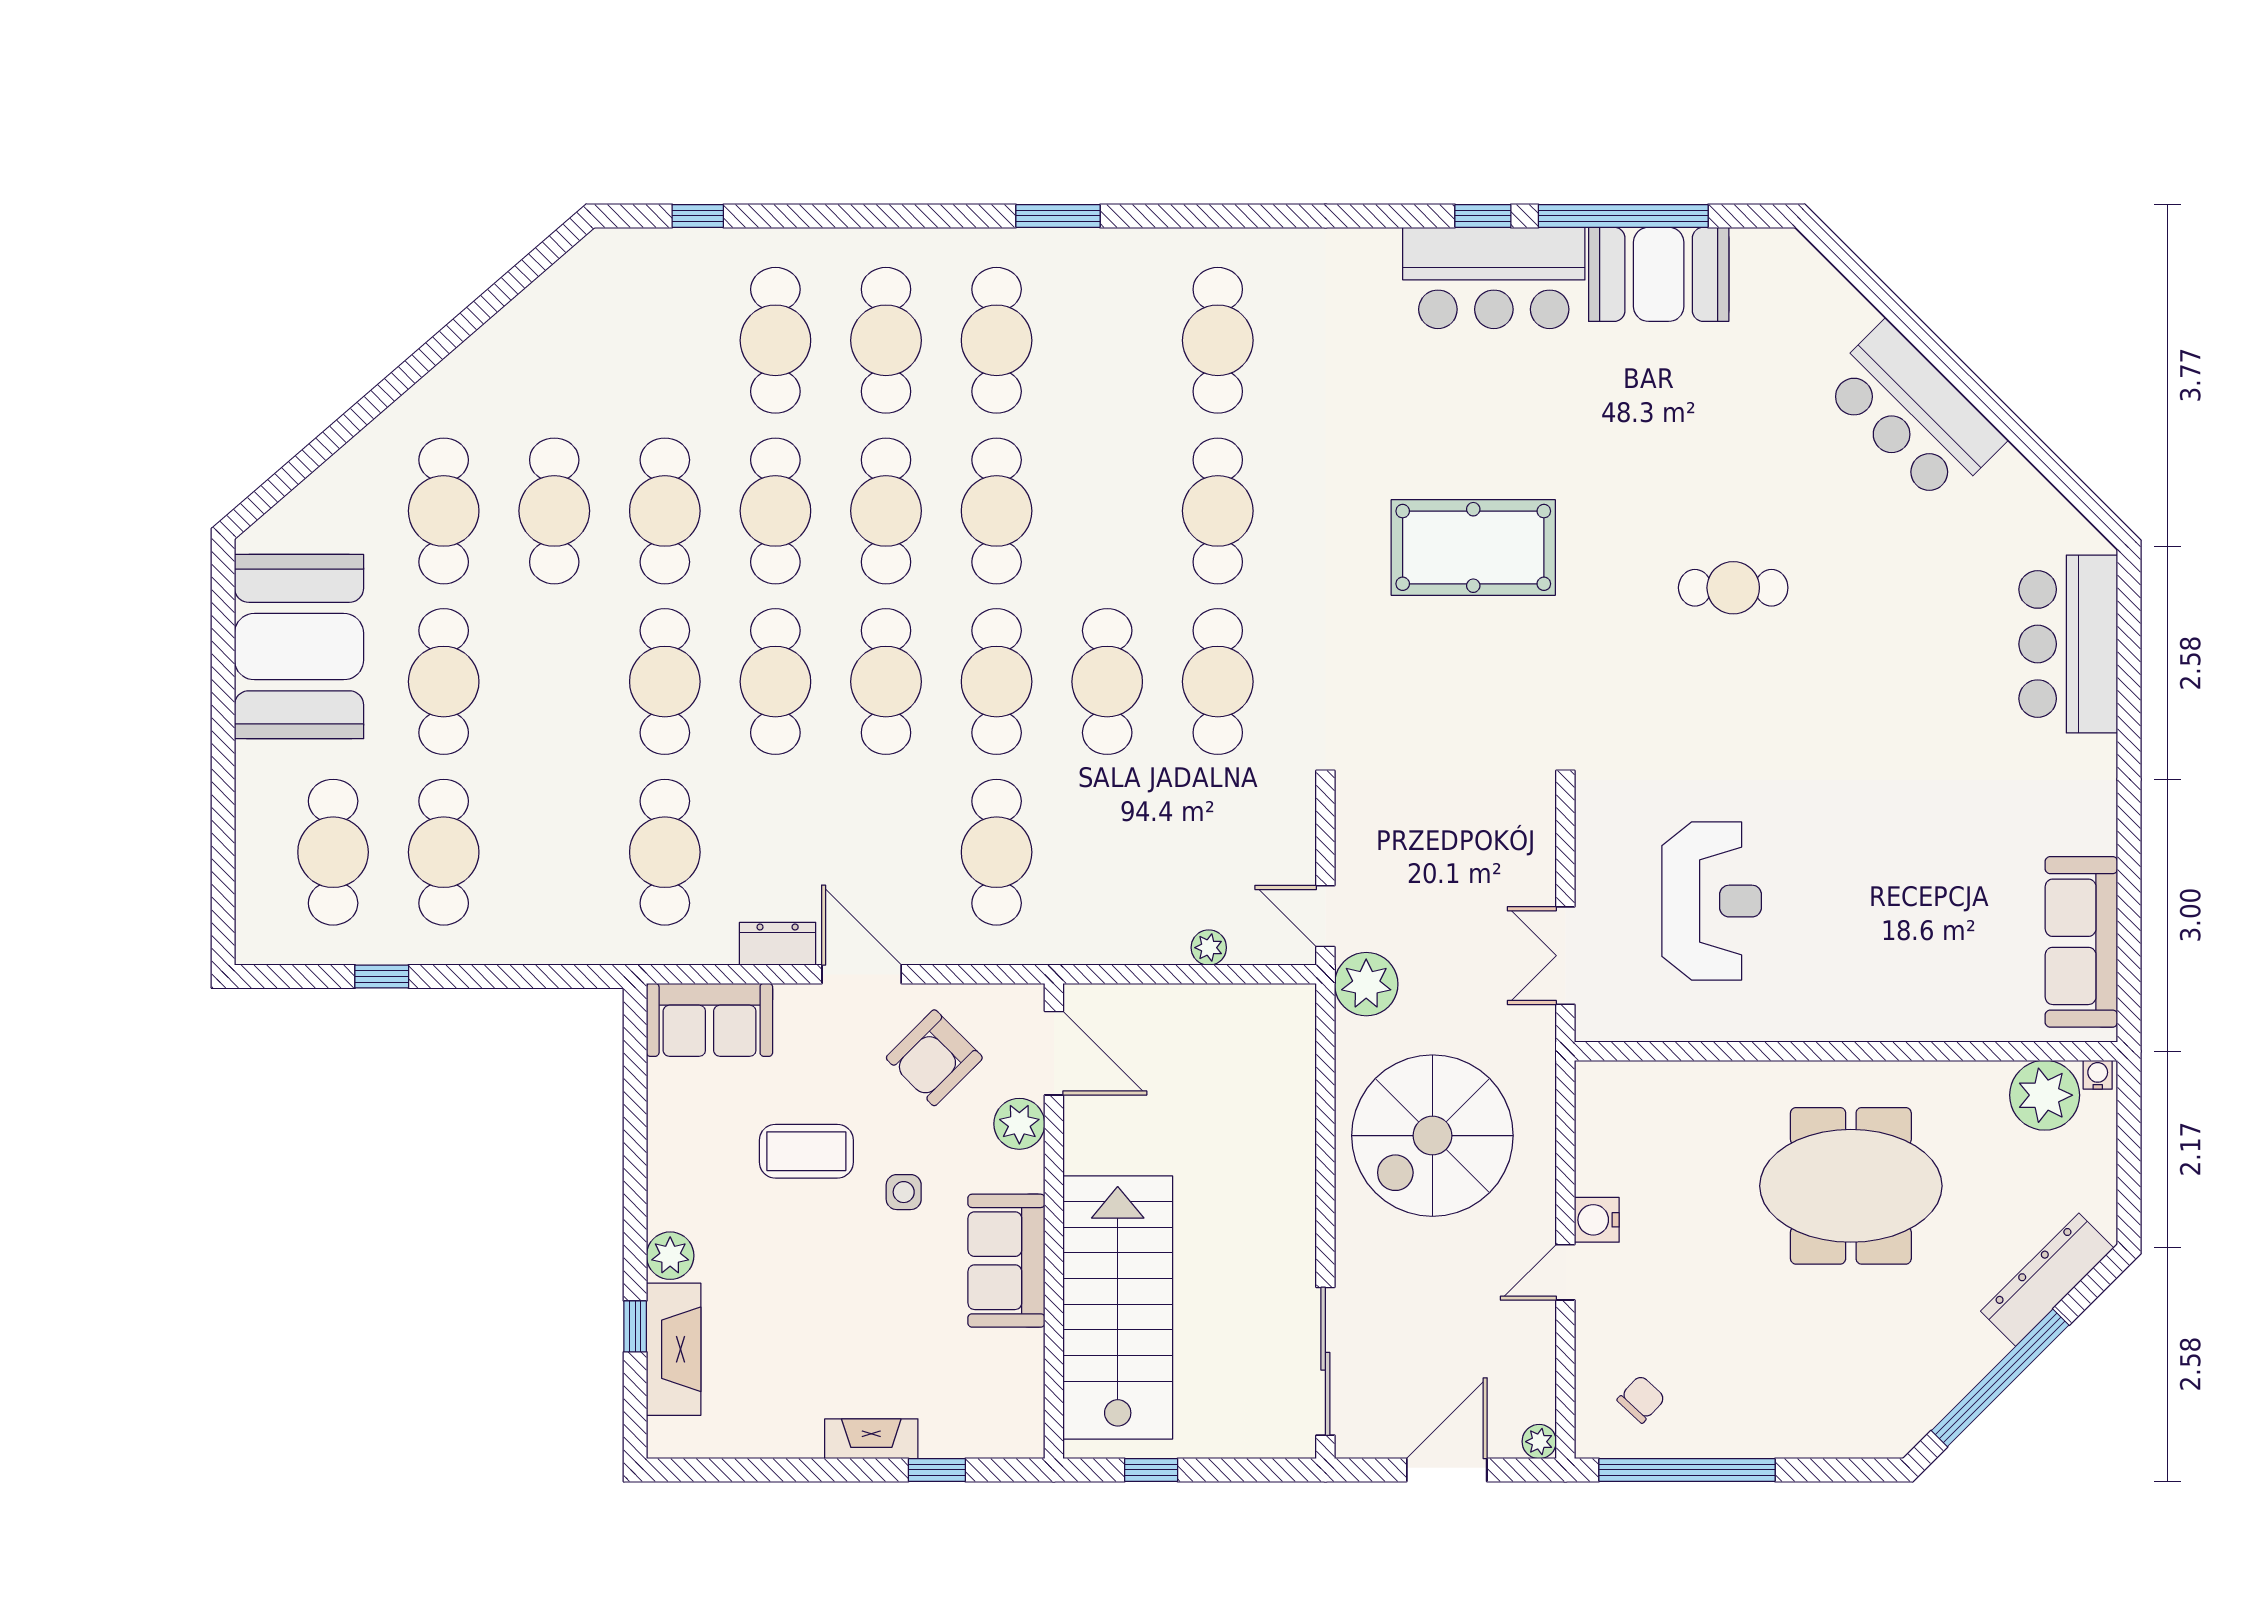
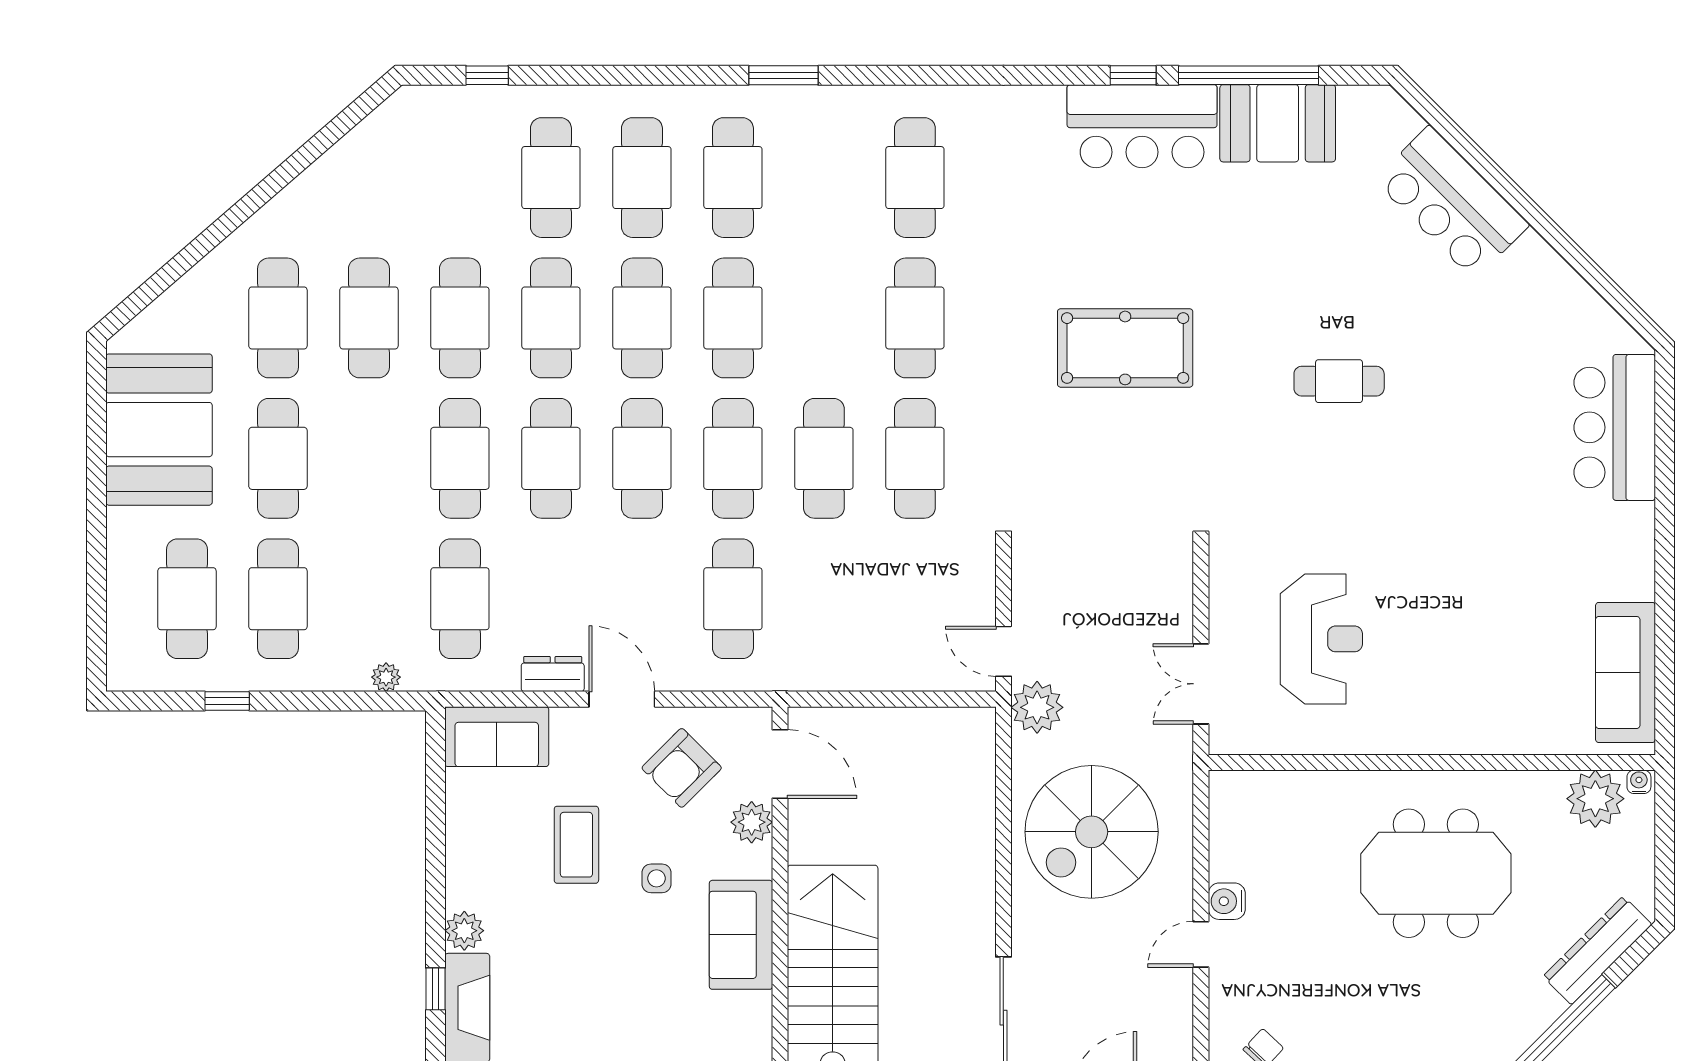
bar counter: (1913, 413) -> (1452, 202), moved
plant: (1209, 948) -> (386, 677), moved
coffee table: (806, 1151) -> (576, 845), turned 90

